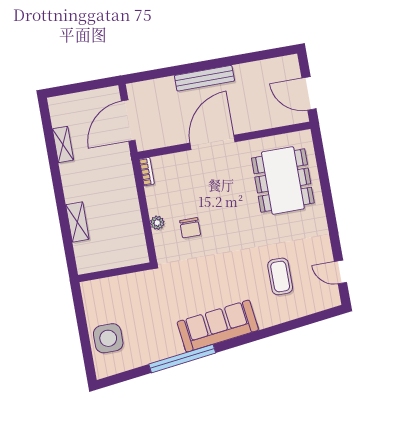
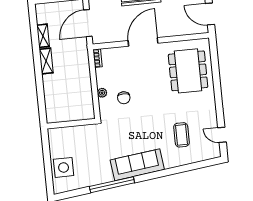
shelving: (77, 222) -> (46, 61), moved

